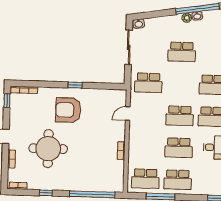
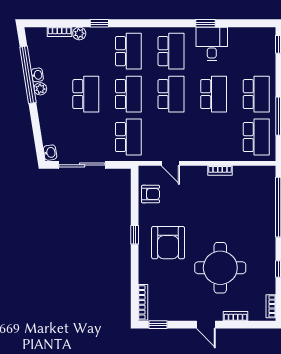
school desk: (181, 84) -> (128, 94), added
armchair: (105, 98) -> (151, 194), added

